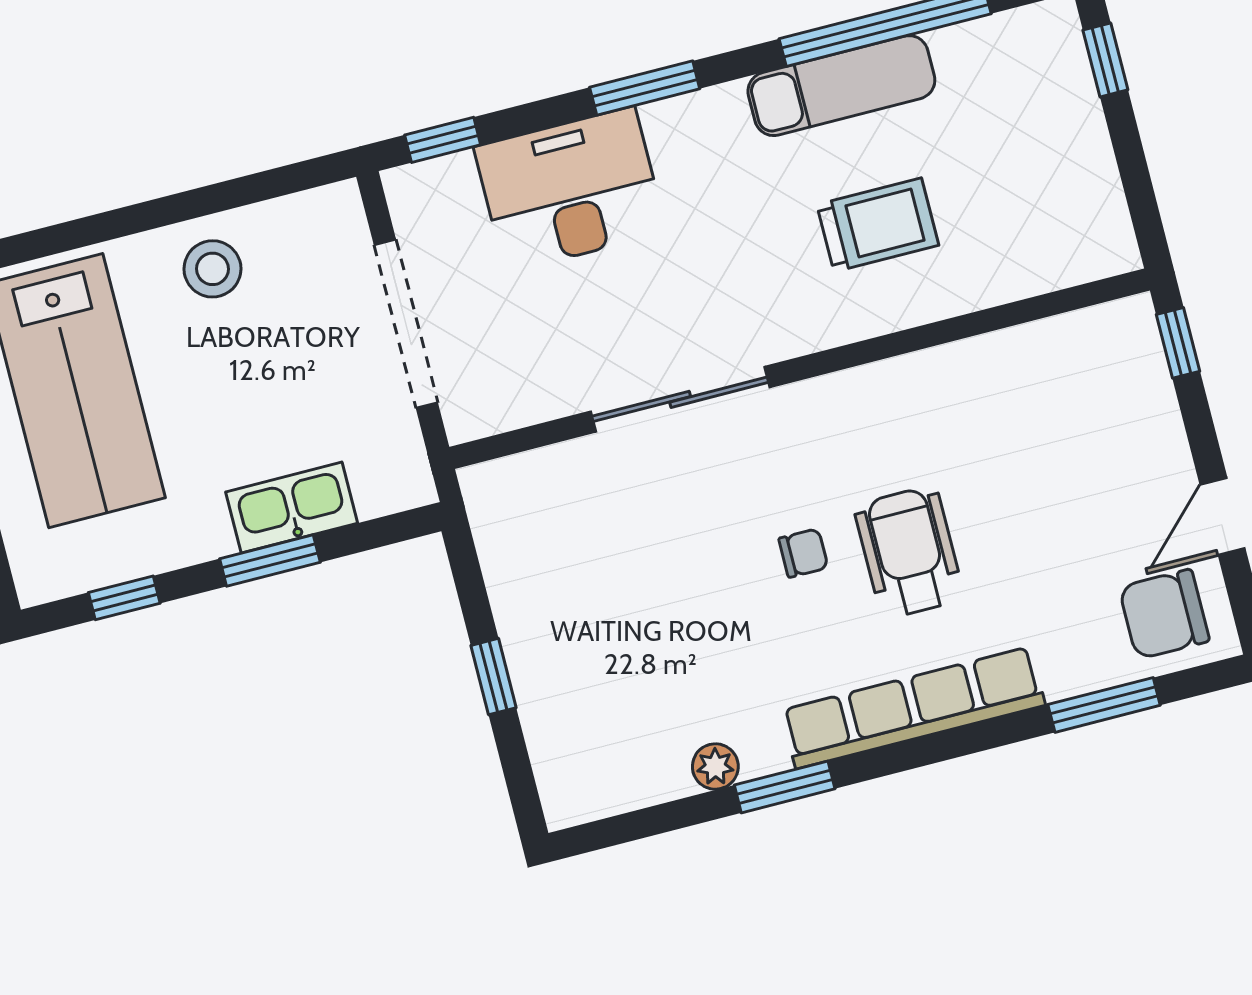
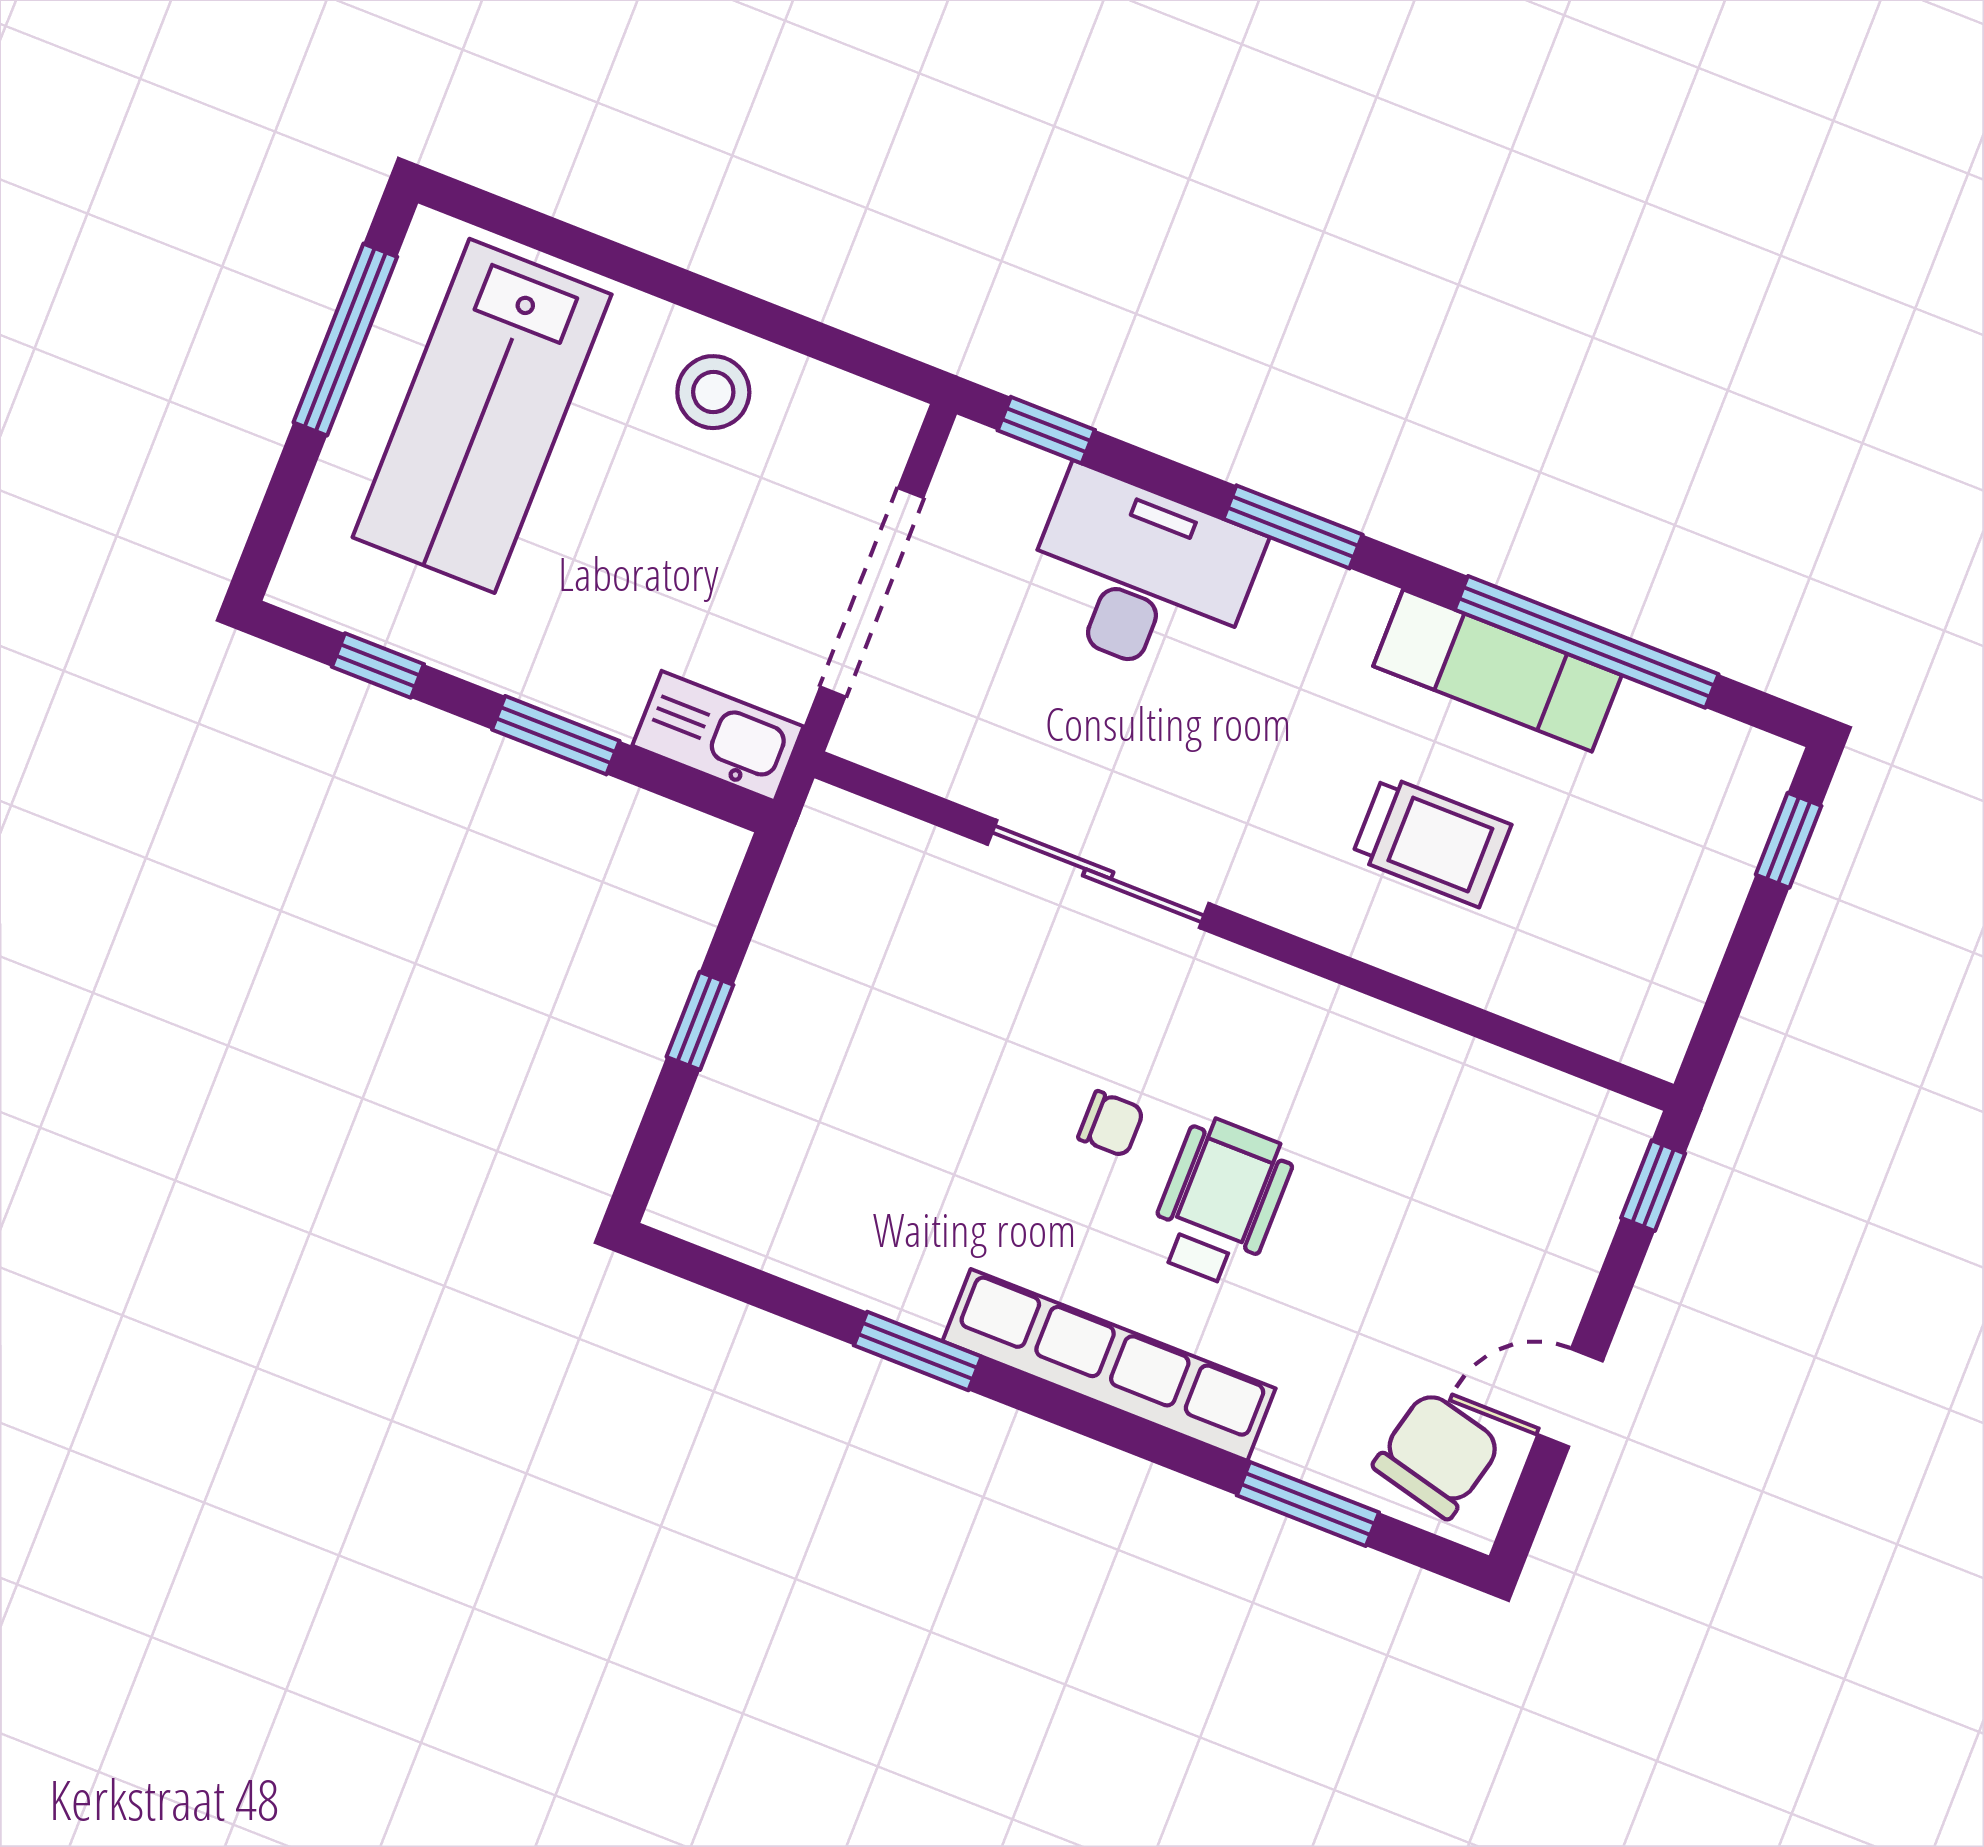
kitchen sink: (292, 508) -> (718, 736), moved
chair: (1164, 614) -> (1437, 1455), turned 104
plant: (715, 767) -> (862, 1278), removed

